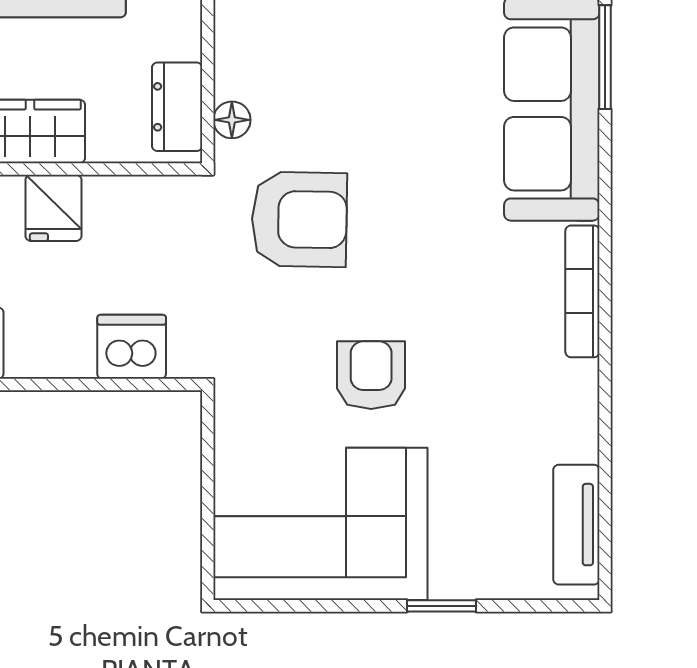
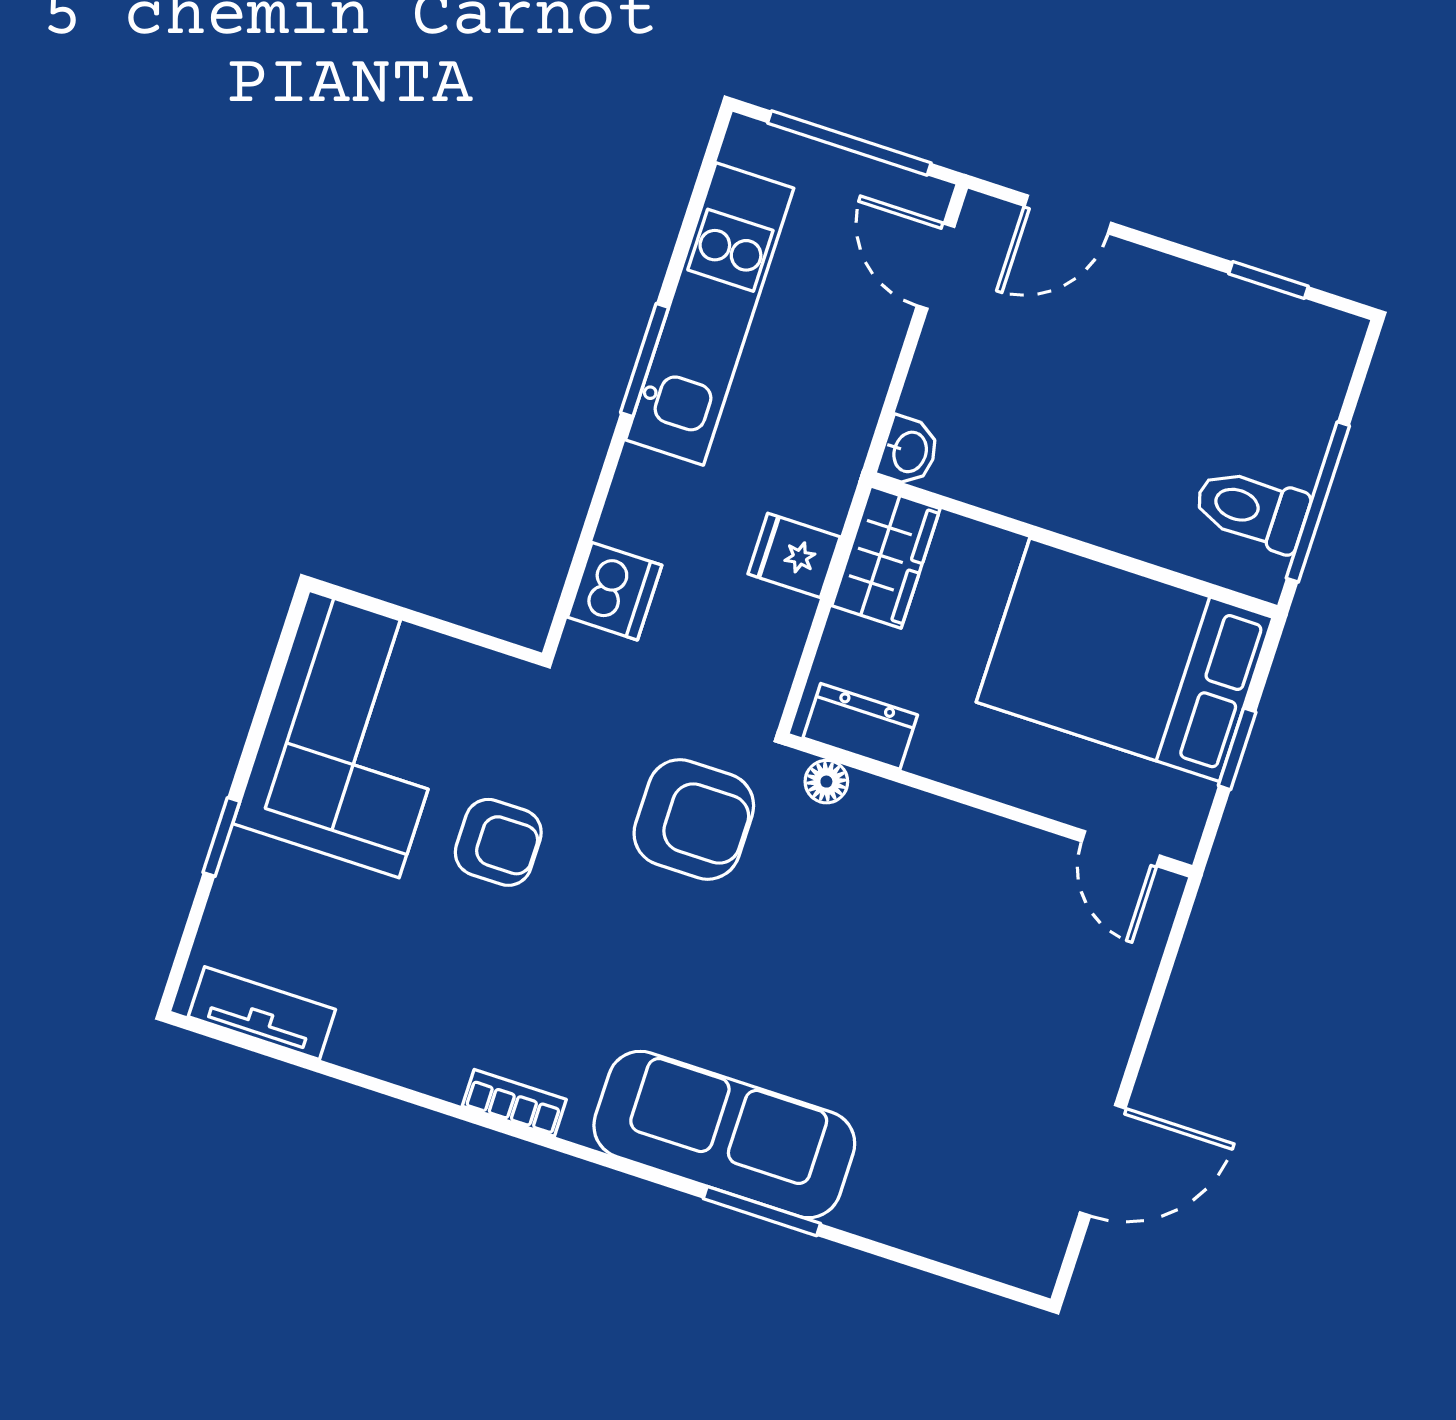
armchair: (299, 219) -> (694, 819), turned -91
bookcase: (582, 291) -> (514, 1103), width x0.64

